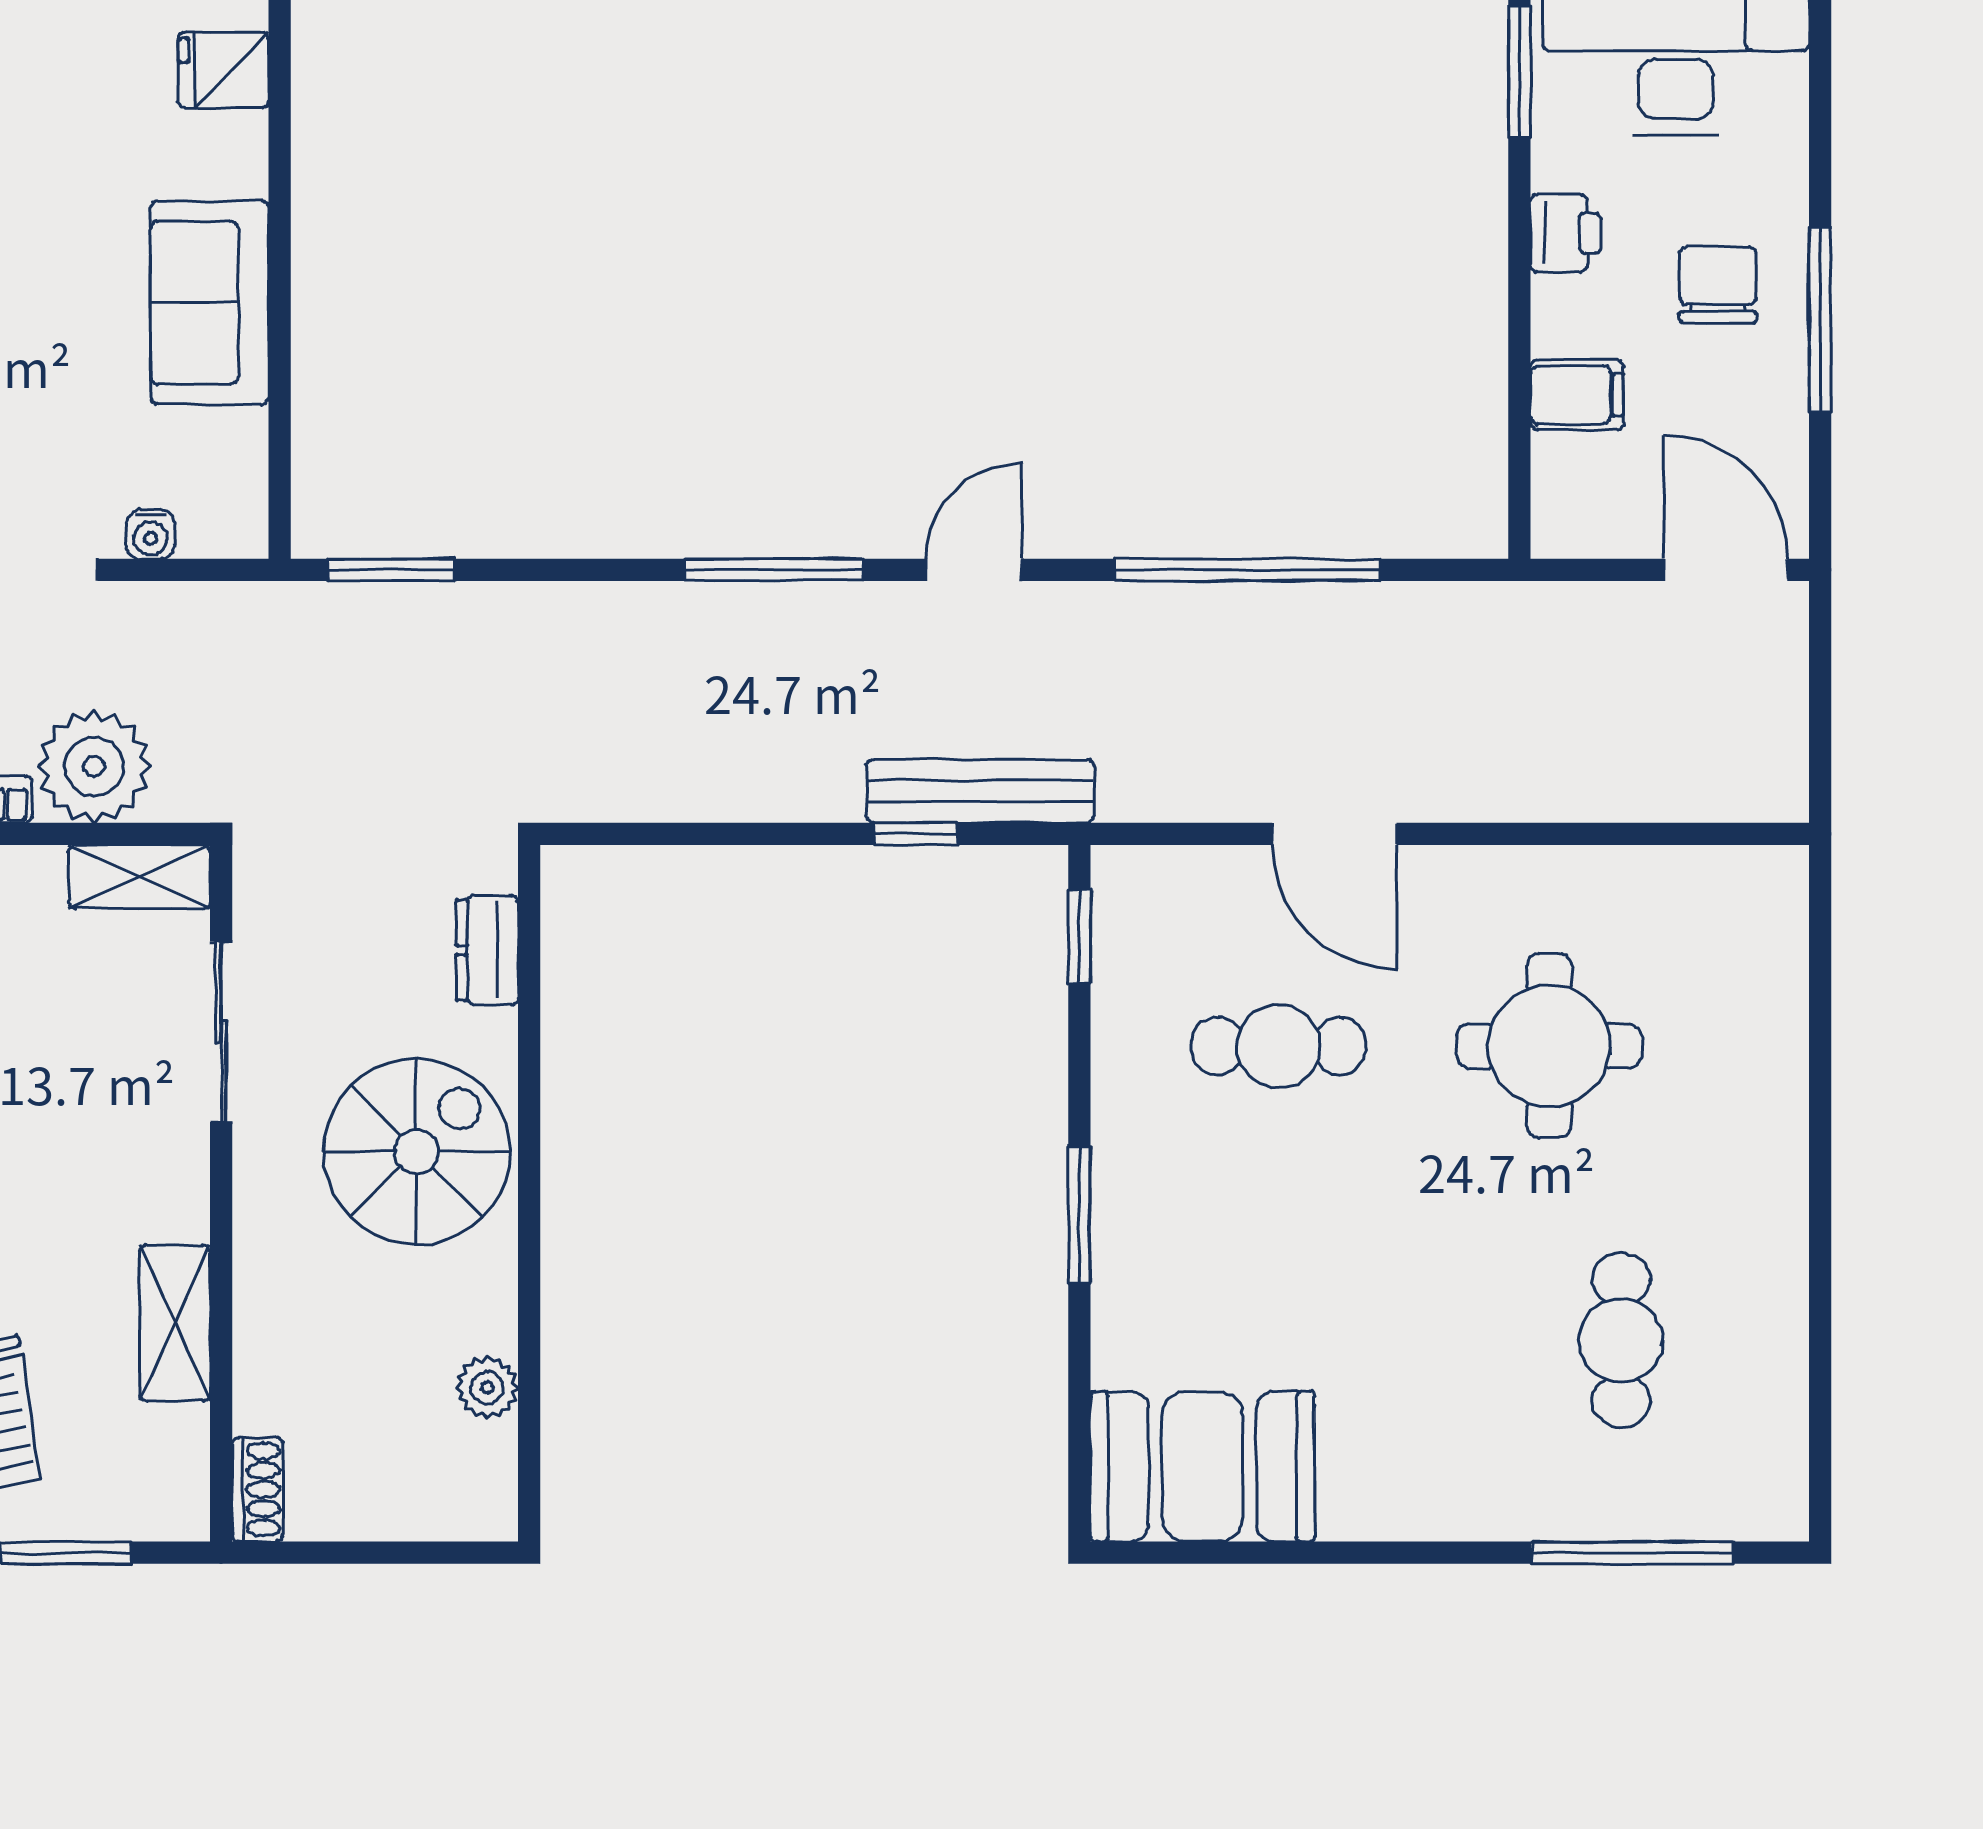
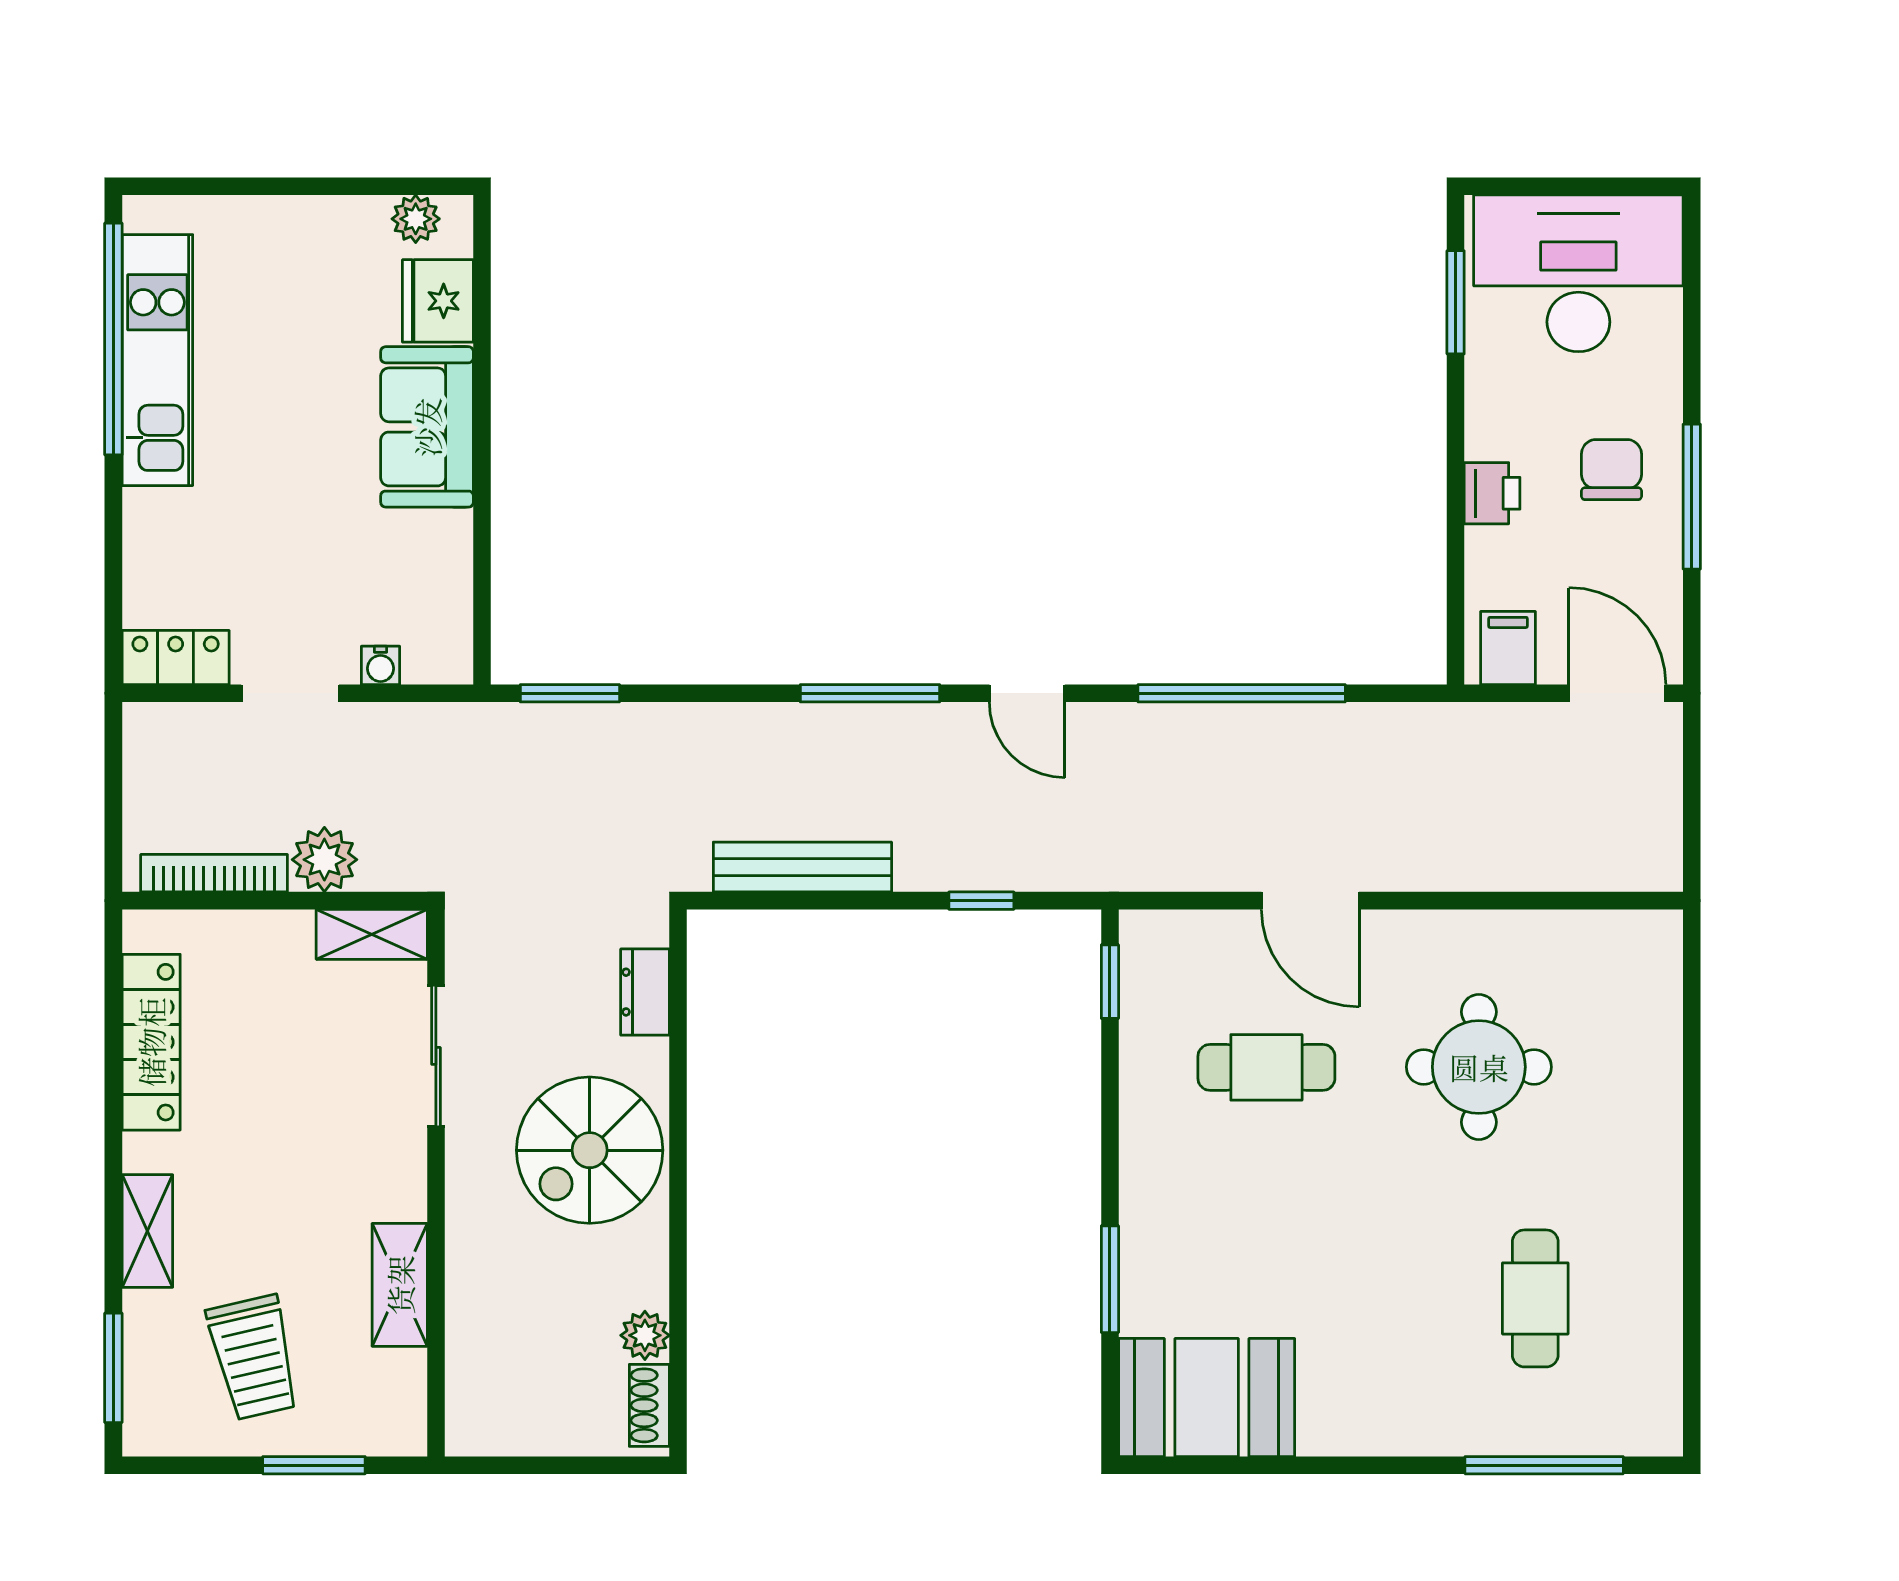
fridge: (224, 70) -> (438, 301), width x1.38
printer: (1566, 233) -> (1492, 493), moved
sofa: (210, 302) -> (427, 427), moved
filing cabinet: (1577, 395) -> (1508, 648), moved, turned -90
door: (974, 570) -> (1027, 693), swing flipped
plant: (94, 767) -> (324, 860), width x0.73, depth x0.73
bench: (980, 791) -> (802, 867), moved
spiral stairs: (417, 1152) -> (590, 1150), turned 180
window: (1079, 1215) -> (1110, 1279), moved
shoe rack: (257, 1489) -> (649, 1405), moved, turned 180

